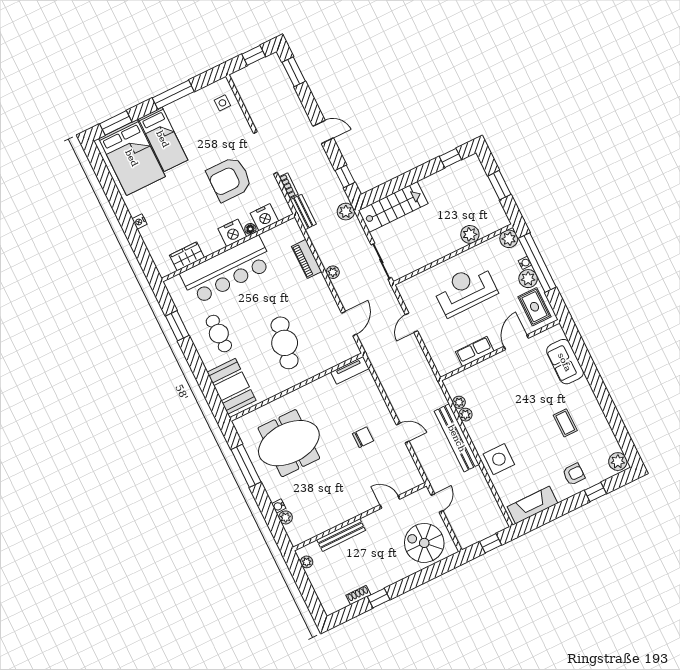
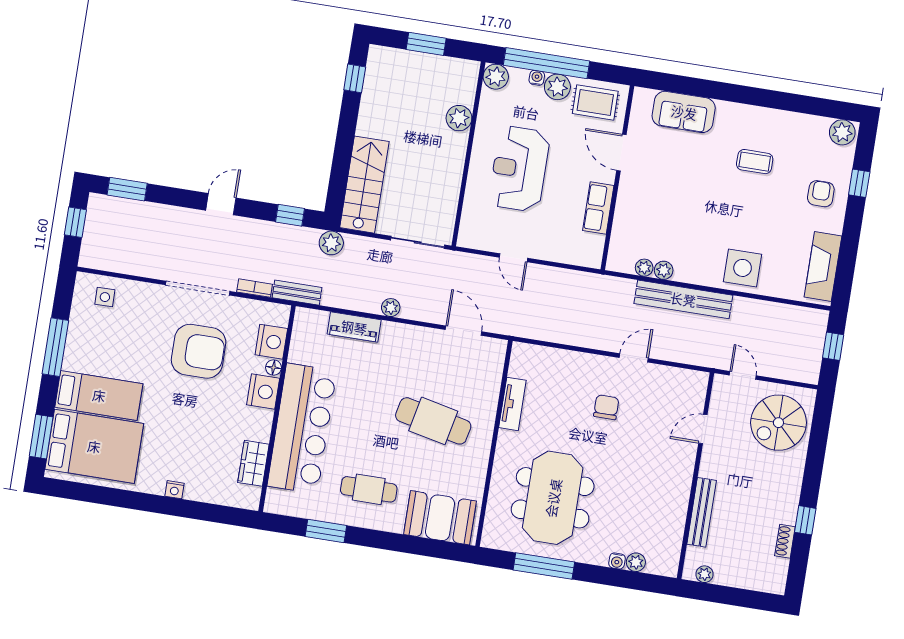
armchair: (229, 179) -> (199, 351), turned -90
tv unit: (350, 370) -> (512, 404), moved

